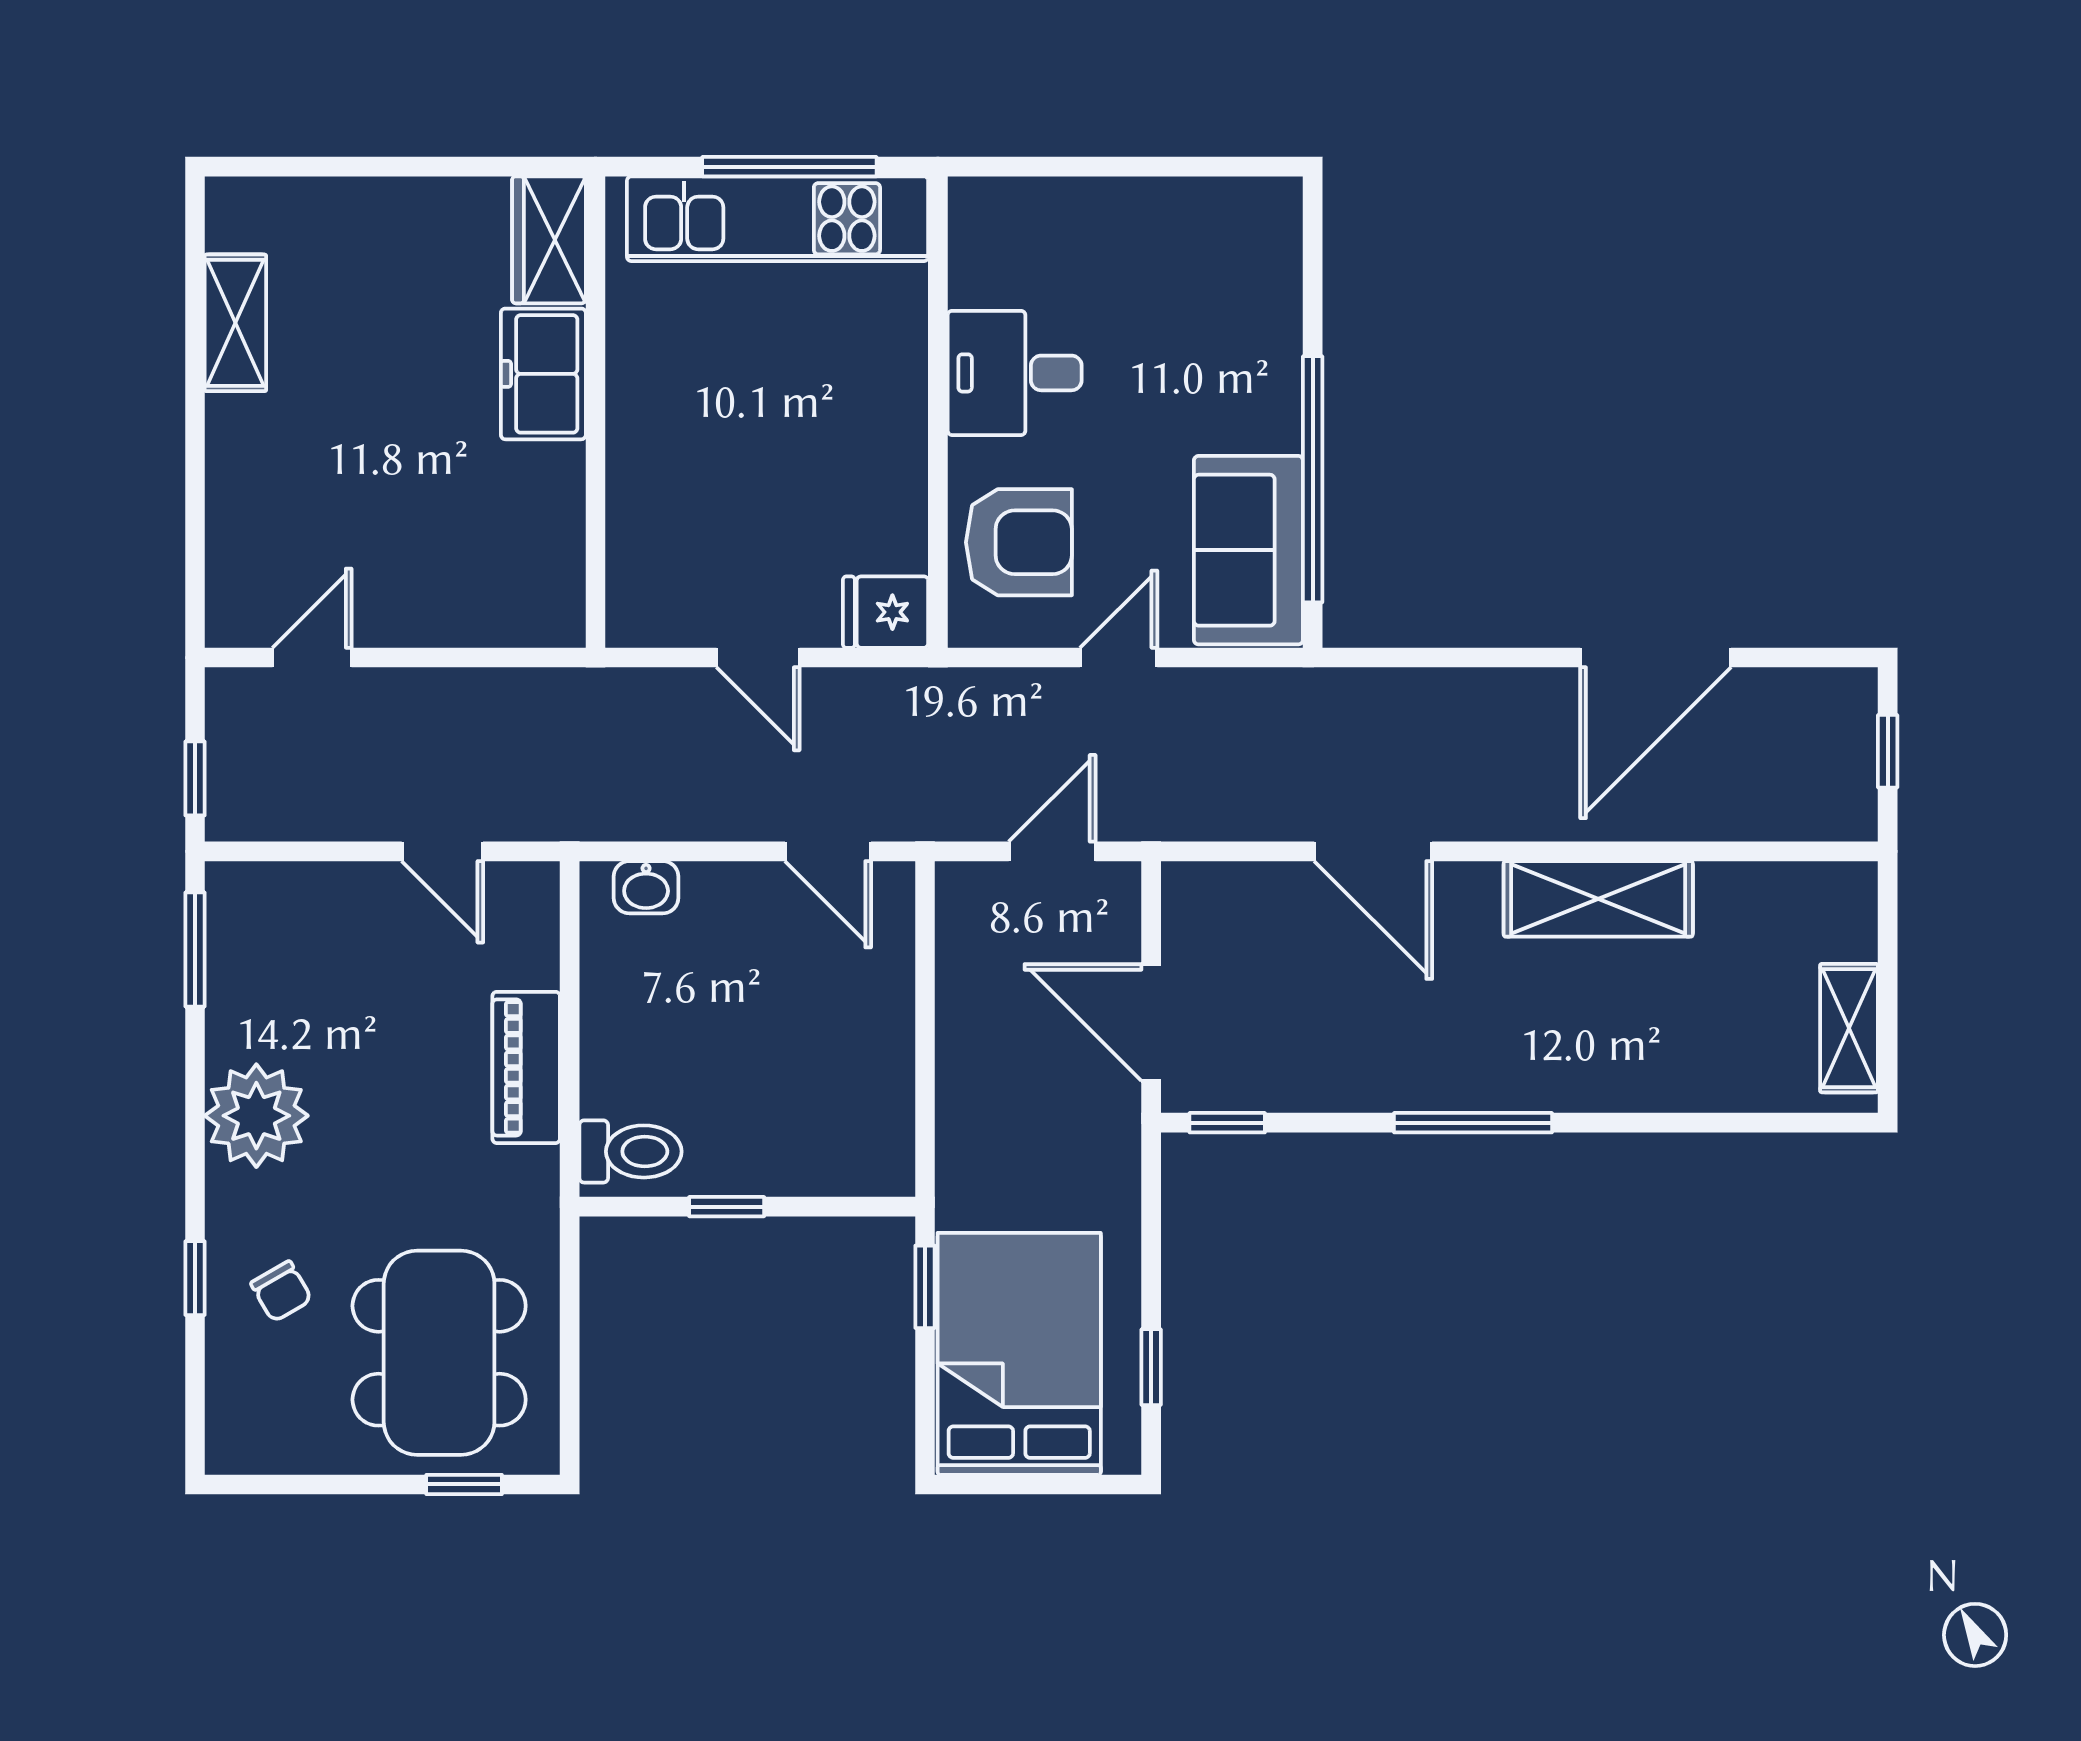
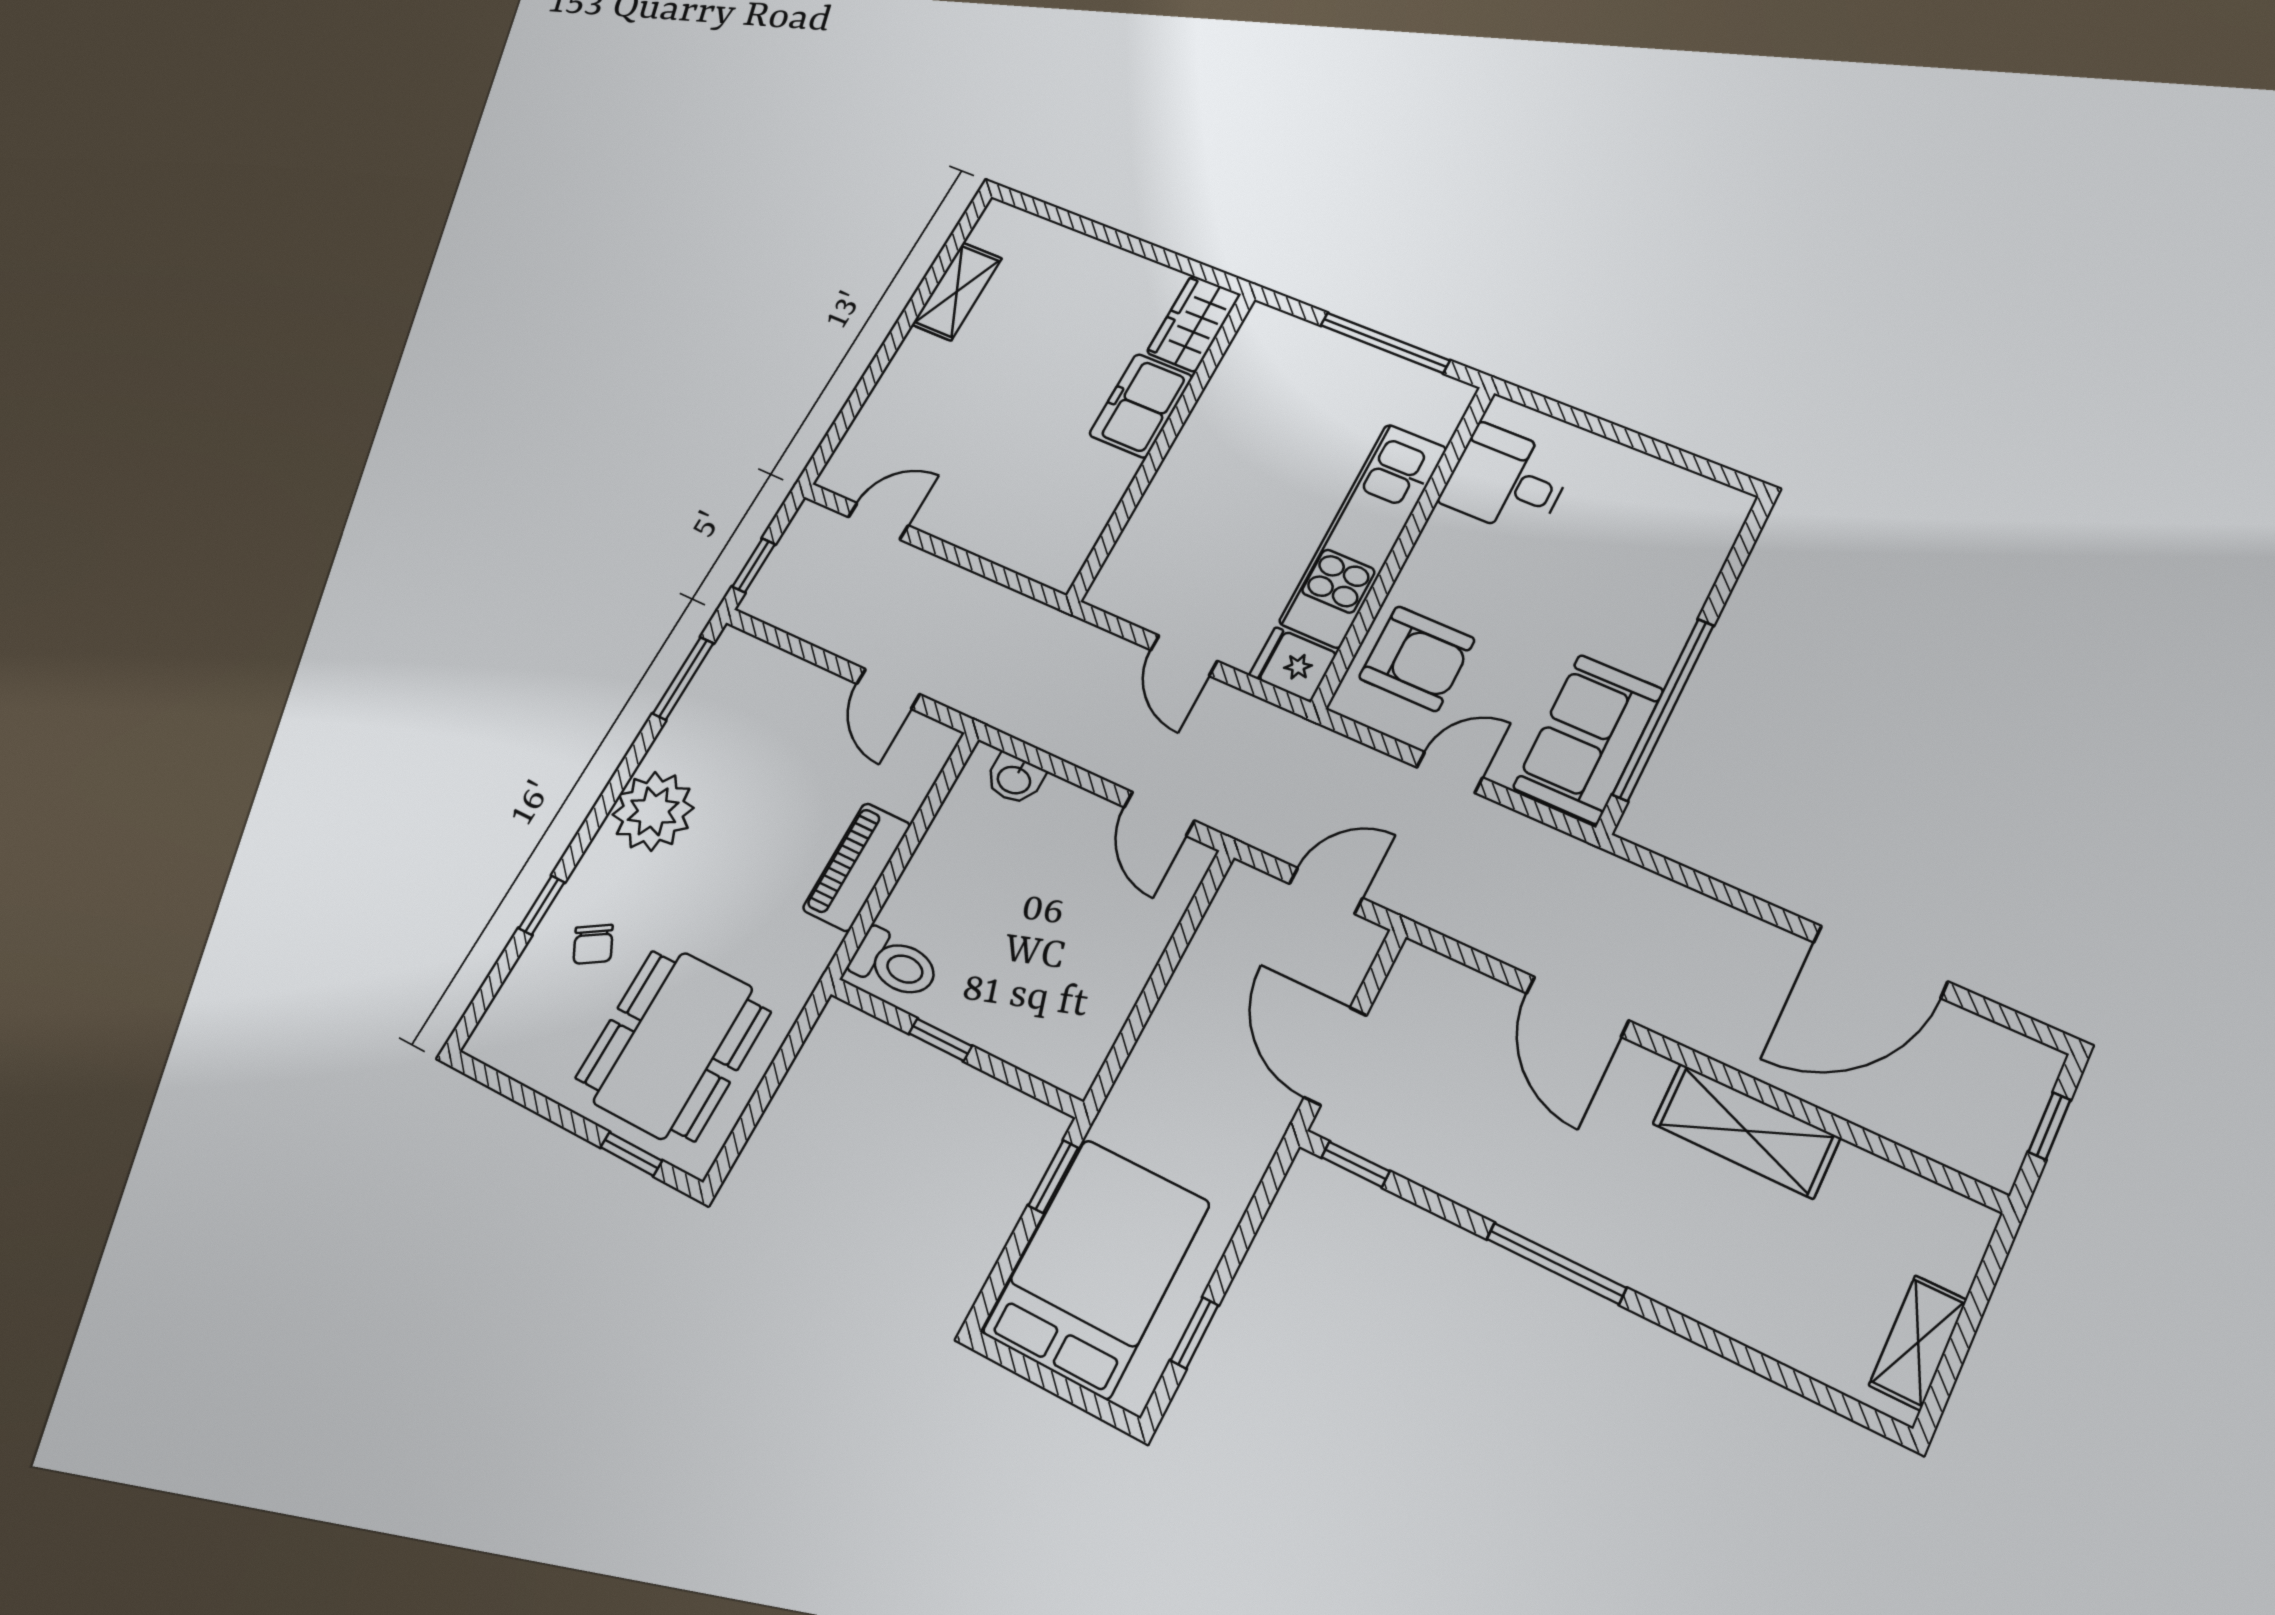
kitchen unit: (778, 219) -> (1364, 535), moved, turned 90
desk: (1015, 373) -> (1507, 480), moved

